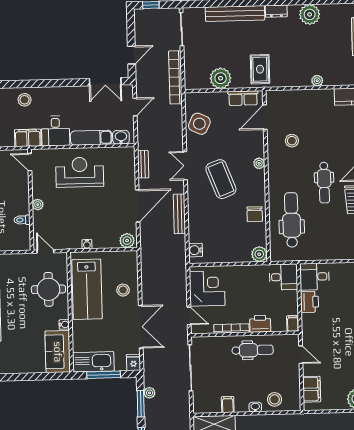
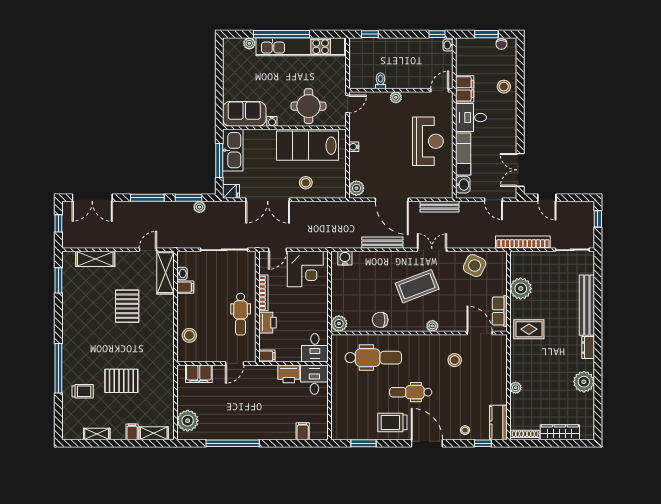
bench: (143, 164) -> (440, 207), width x1.36
washbasin: (255, 407) -> (182, 273), moved

